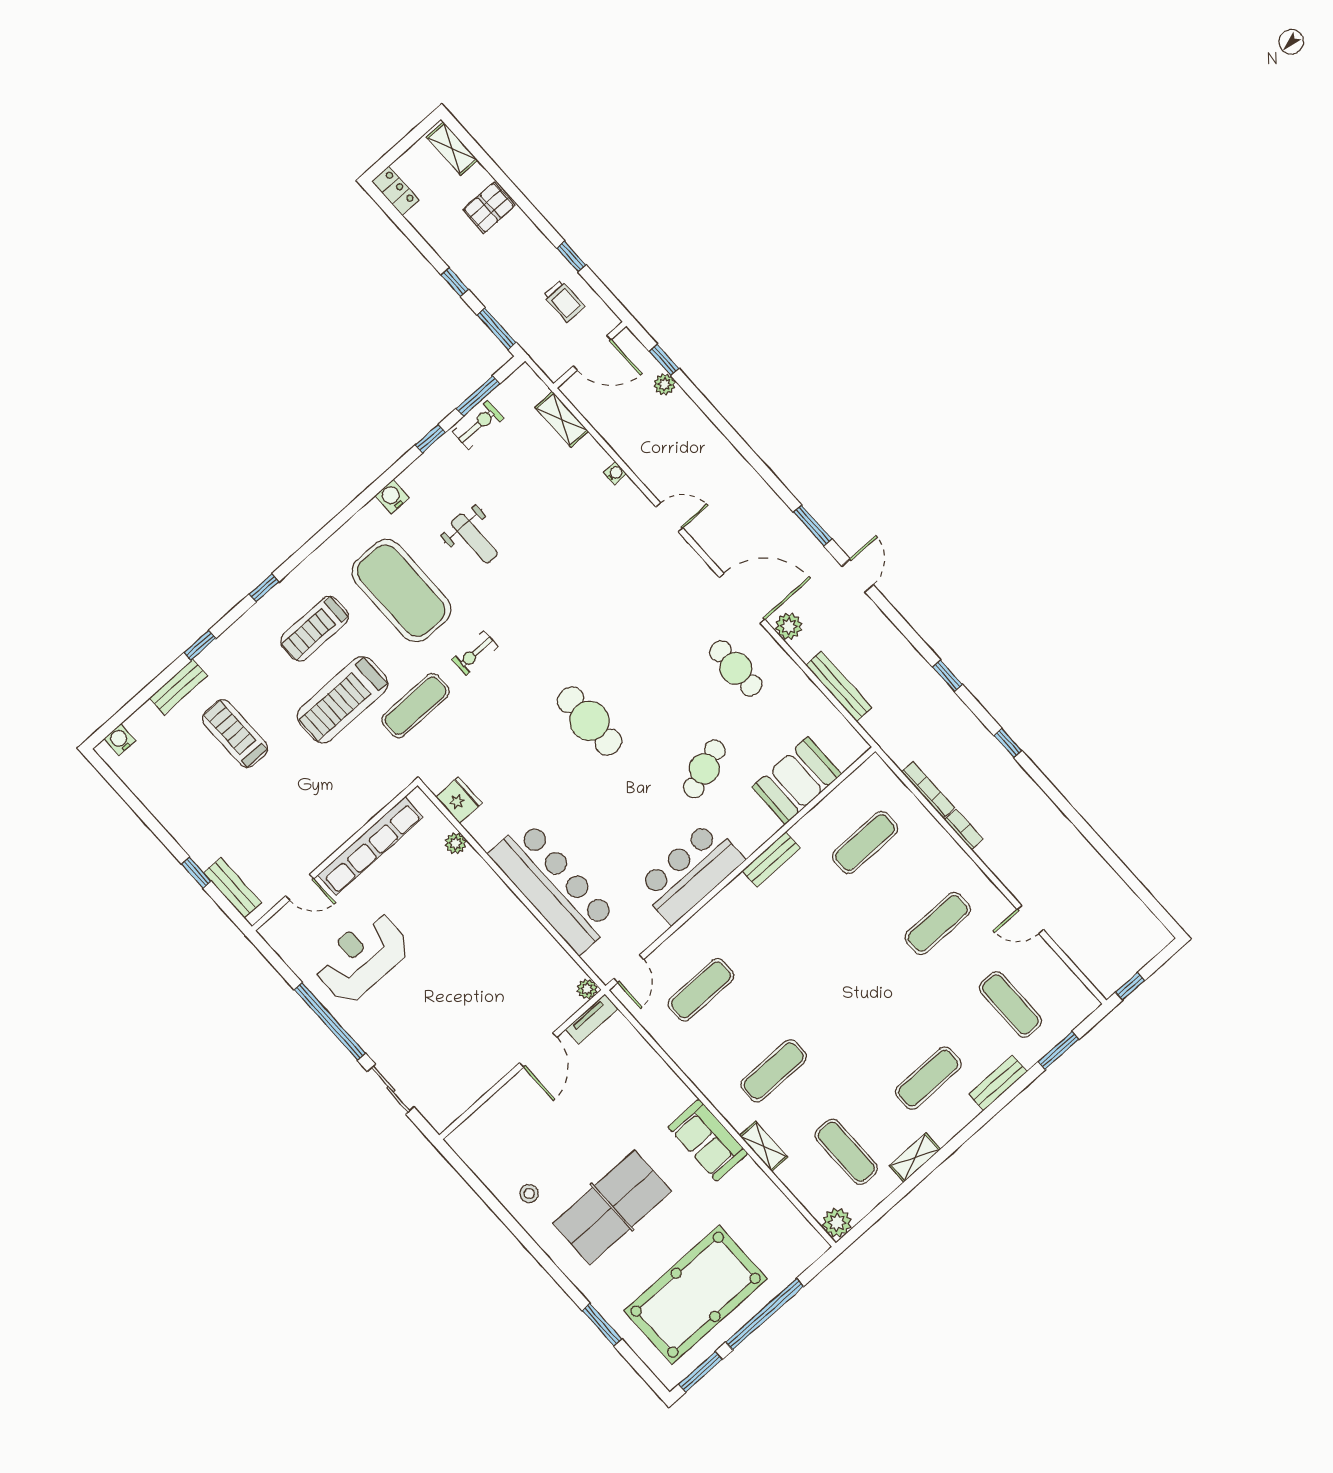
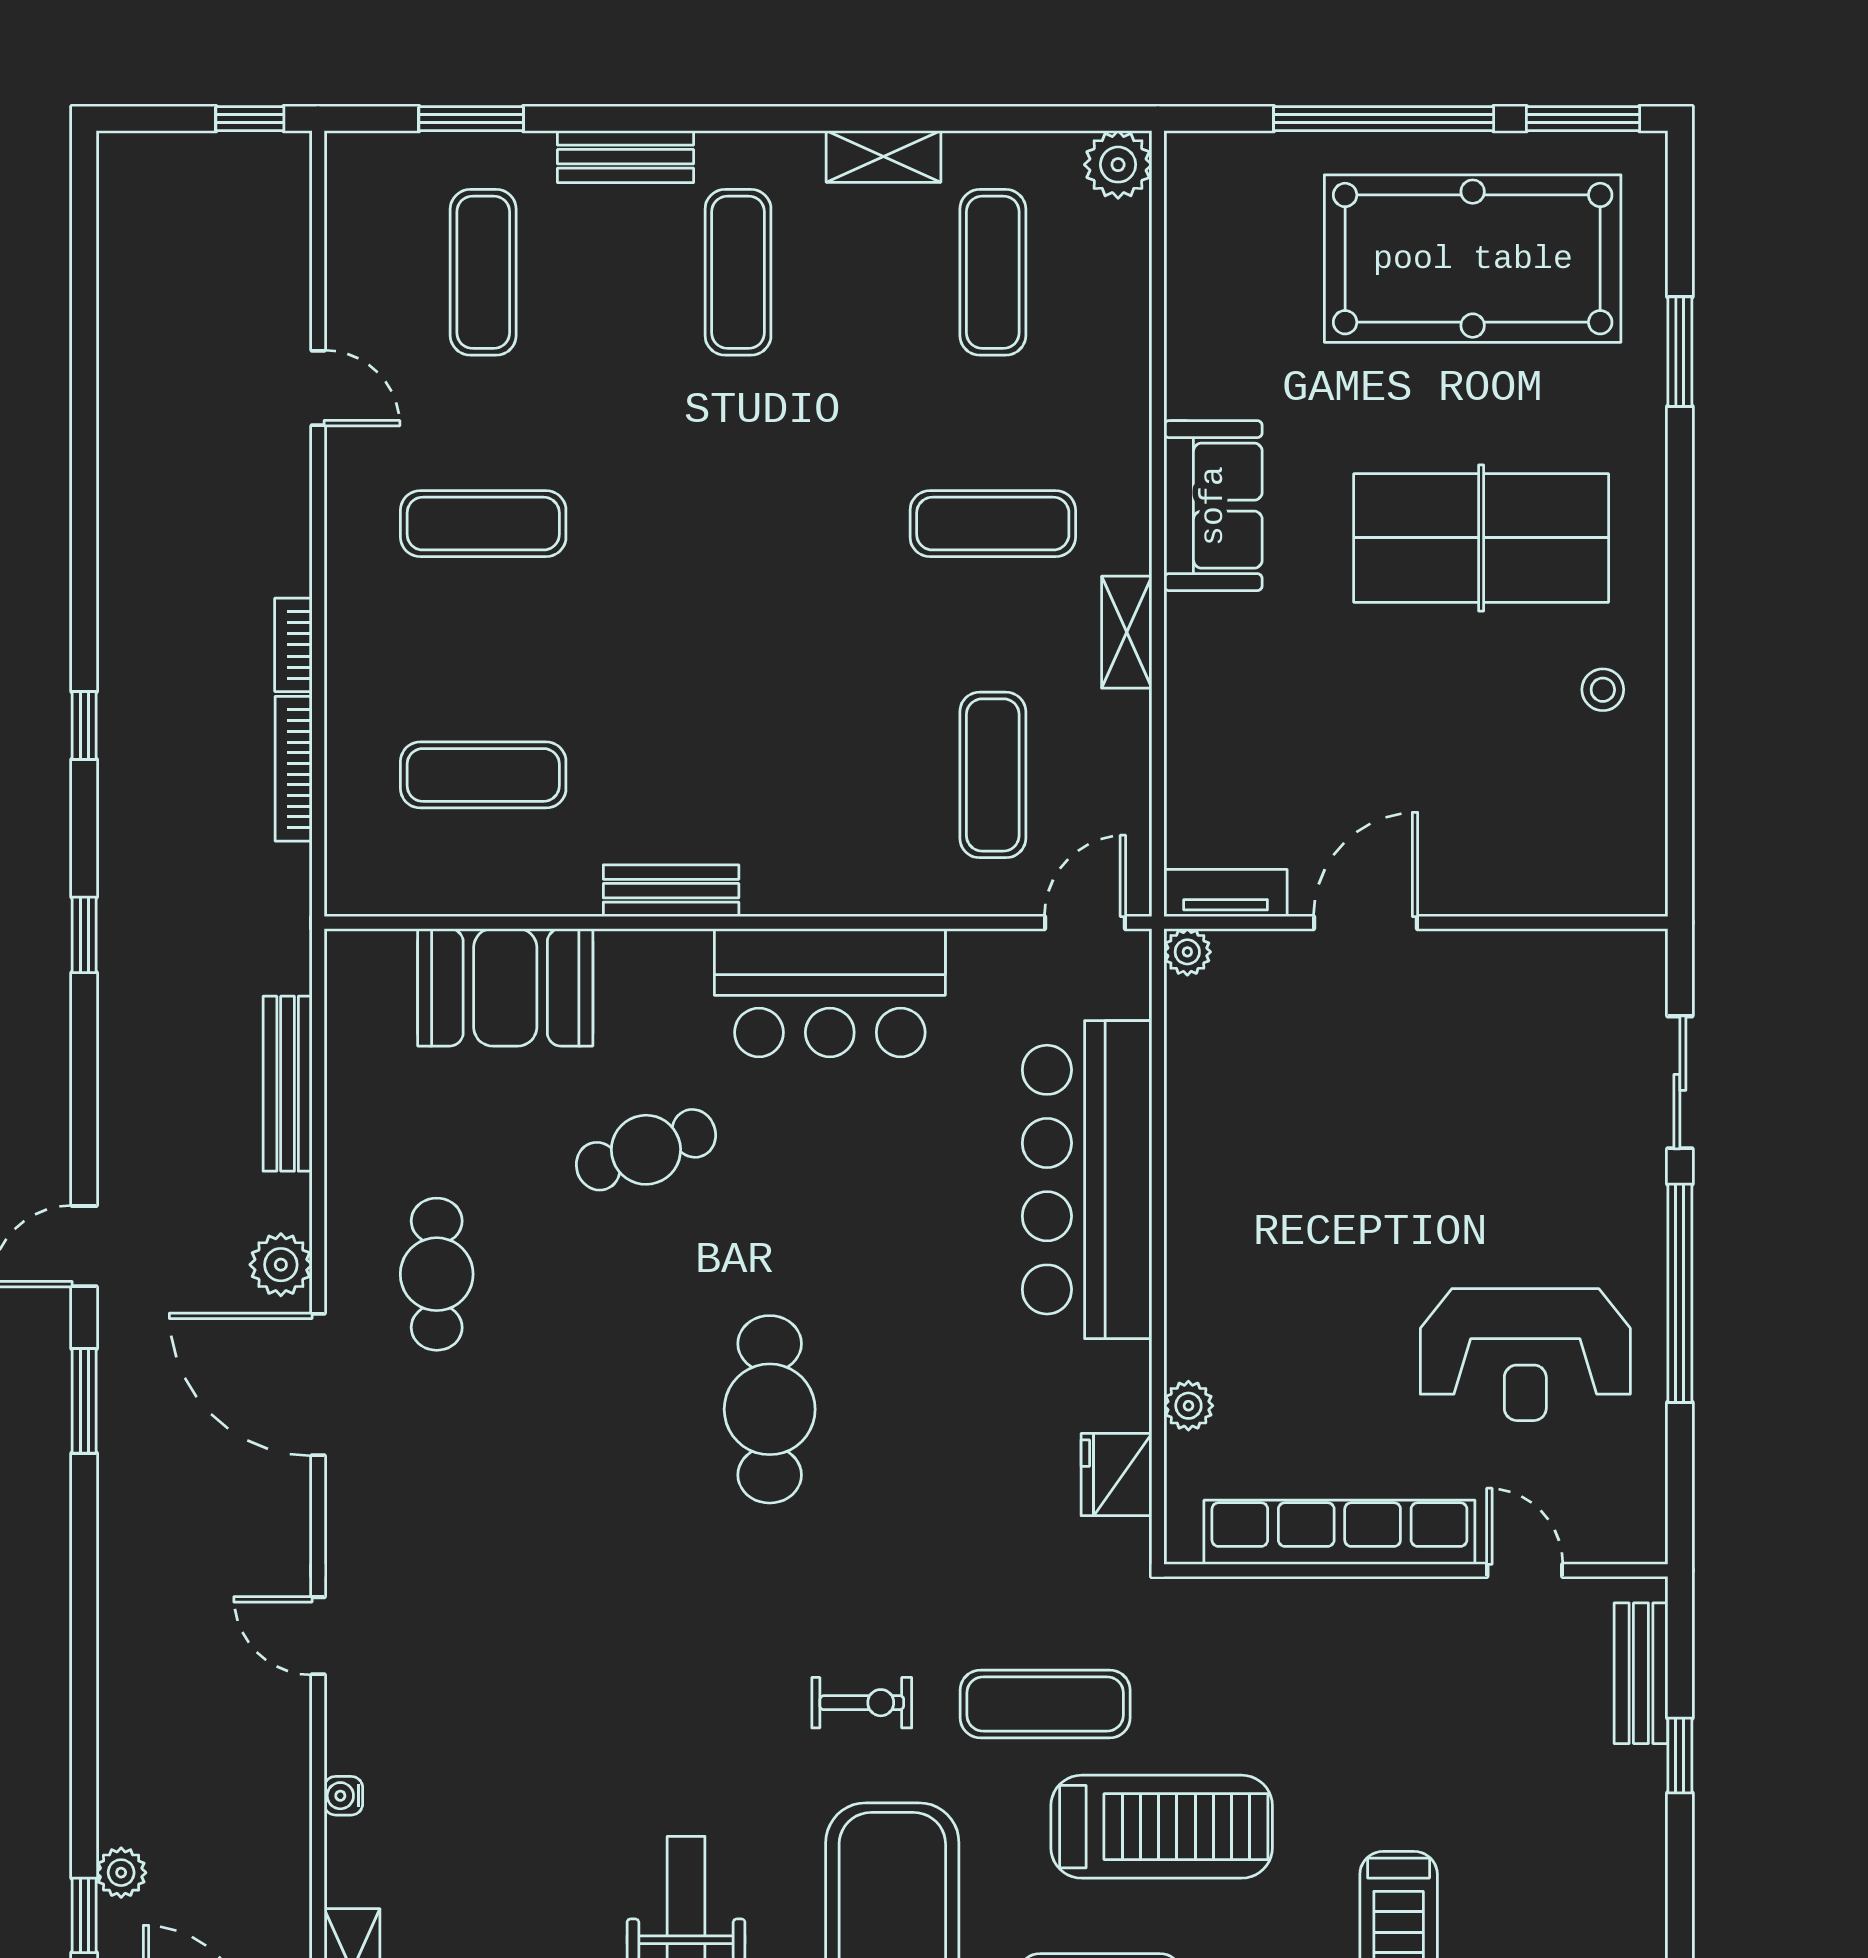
exercise mat: (701, 990) -> (993, 775), turned 90
exercise mat: (928, 1078) -> (738, 272), turned 90
shelving: (763, 1146) -> (1127, 632), moved

